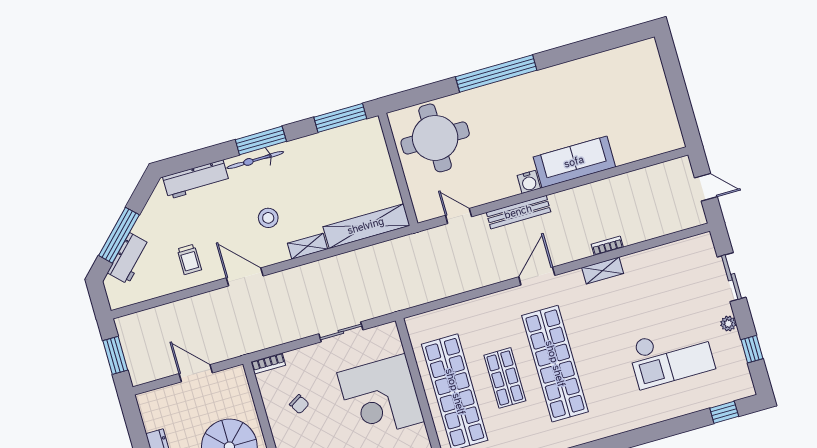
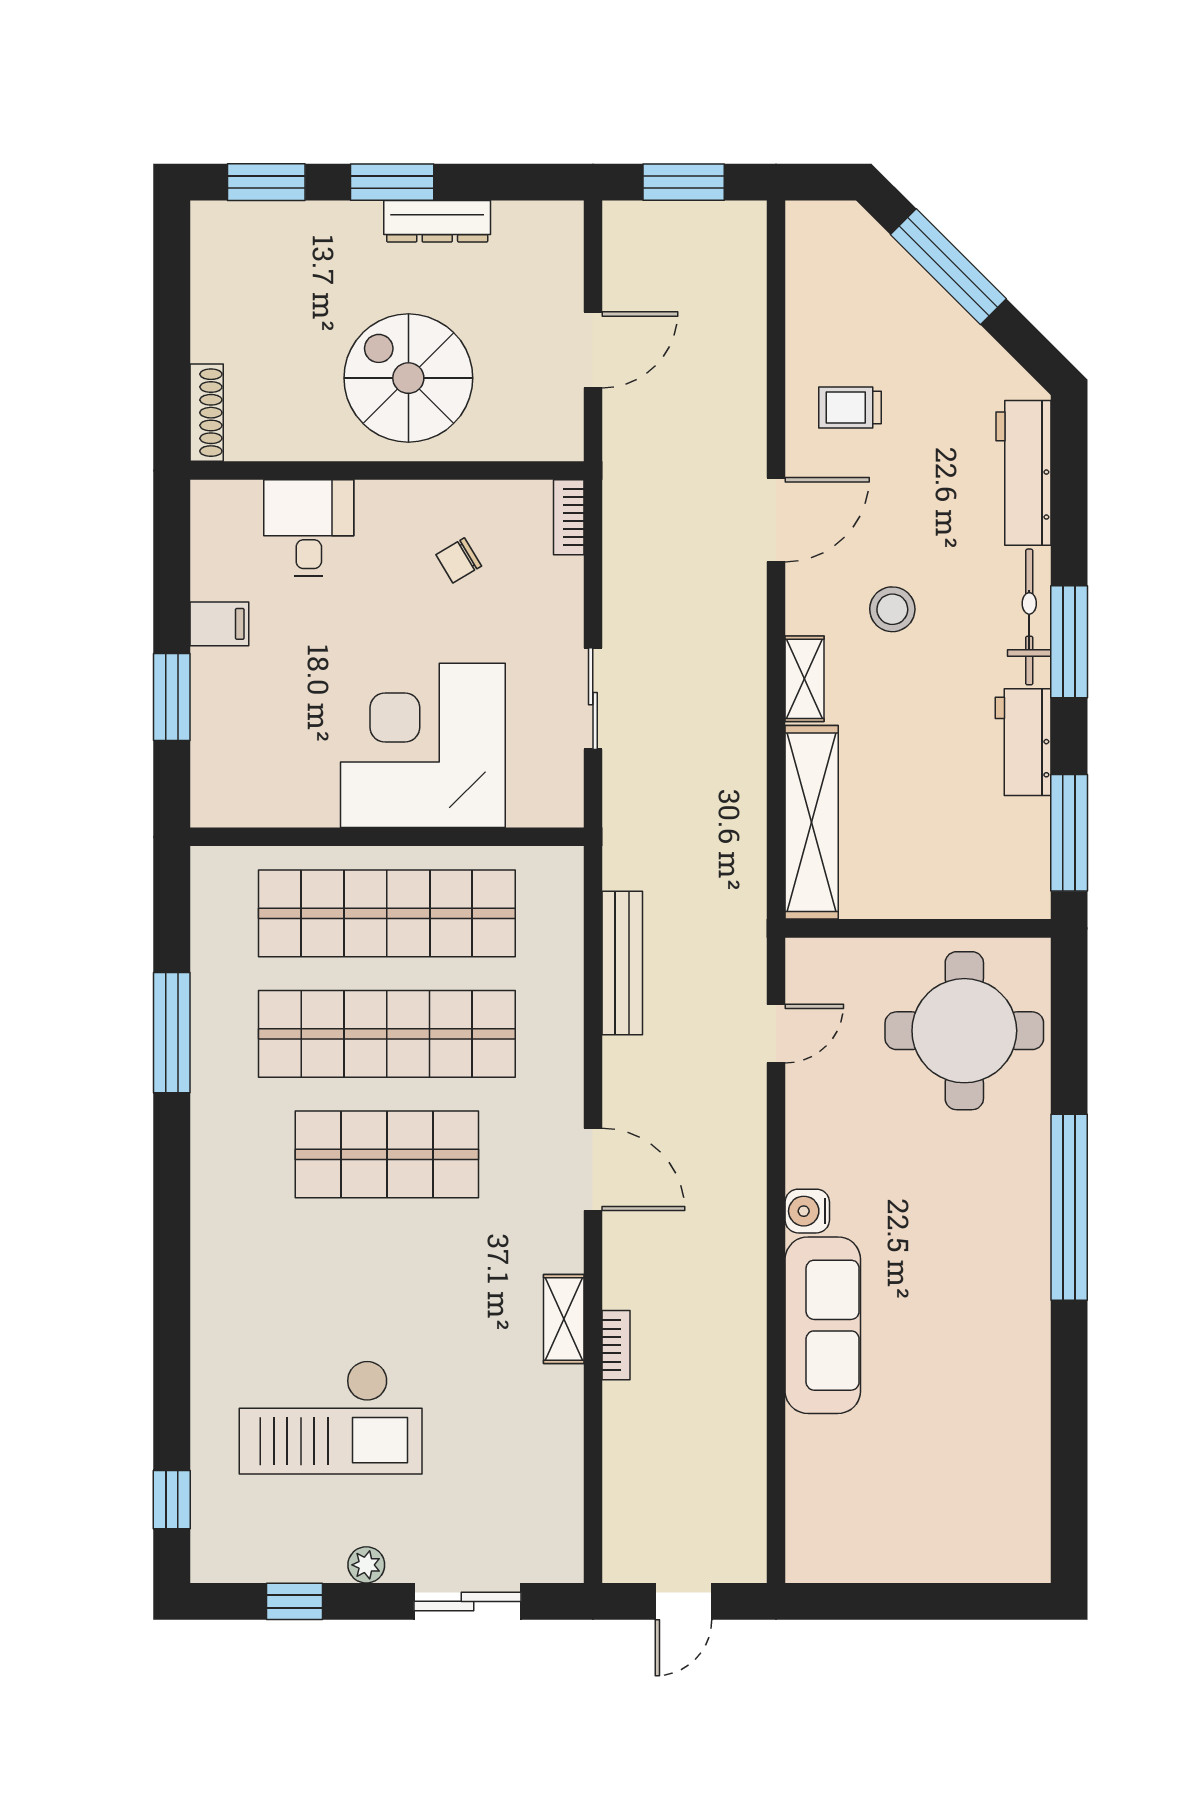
bench: (518, 212) -> (622, 963), moved
workbench: (129, 258) -> (1023, 742), moved, turned 45
checkout: (671, 356) -> (331, 1417), turned -90
shop shelf: (555, 364) -> (387, 1154), width x0.71
shop shelf: (505, 378) -> (387, 1034), width x2.00, depth x1.36

